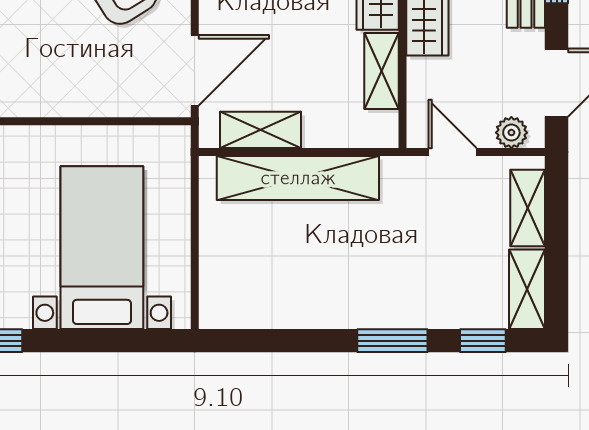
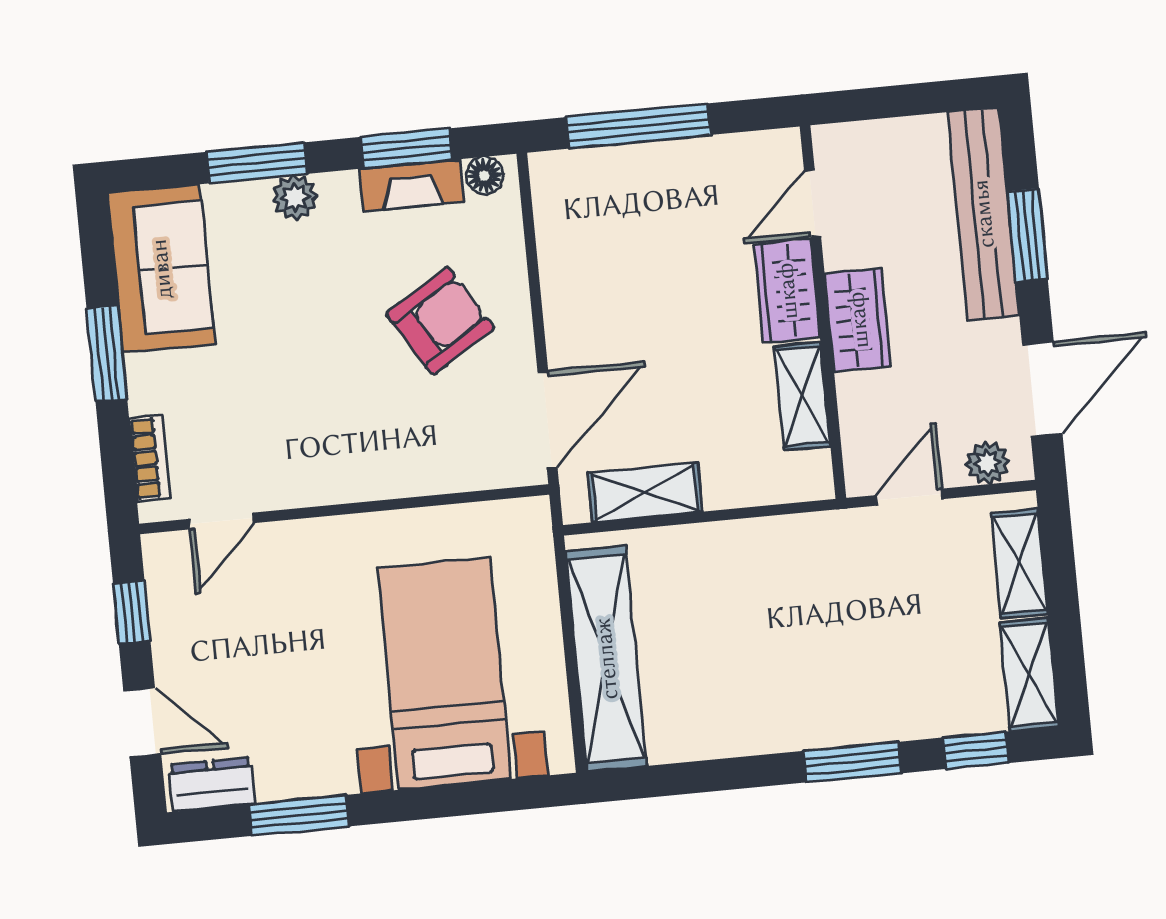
door: (452, 152) -> (909, 497), hinge flipped
shelving: (298, 178) -> (606, 659), moved, turned 90

